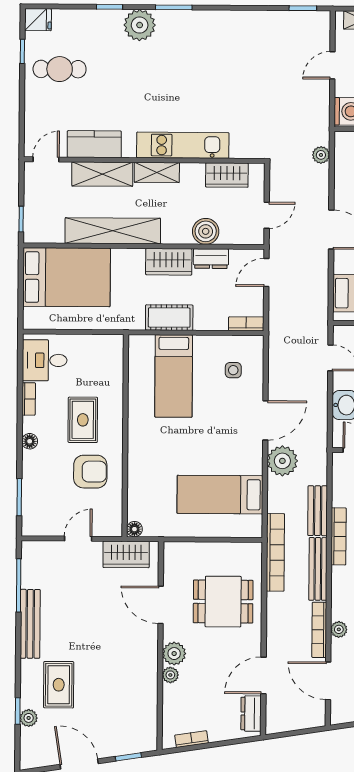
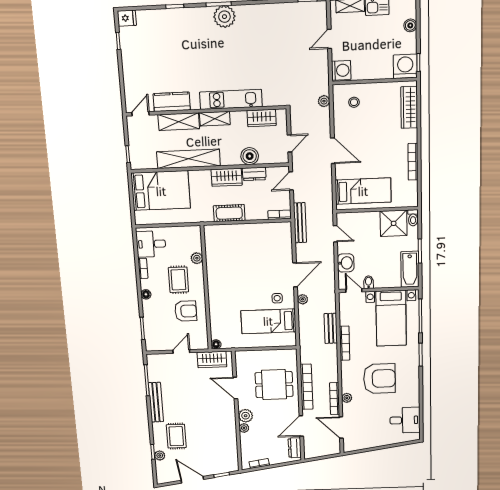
plant: (140, 25) -> (224, 17), moved
cafe table: (60, 69) -> (144, 52), removed
side table: (233, 370) -> (277, 298), moved
bed: (174, 376) -> (235, 250), removed
plant: (114, 386) -> (197, 258), added
plant: (282, 461) -> (303, 299), width x0.53, depth x0.53
bookcase: (275, 552) -> (306, 387), moved
bench: (318, 569) -> (300, 223), moved

